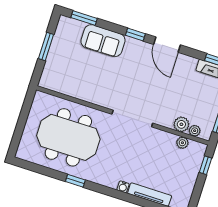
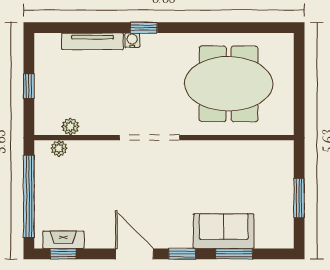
window: (84, 18) -> (234, 254), moved
plant: (181, 124) -> (80, 151), removed
window: (206, 165) -> (29, 86), moved
window: (75, 181) -> (144, 28), moved

